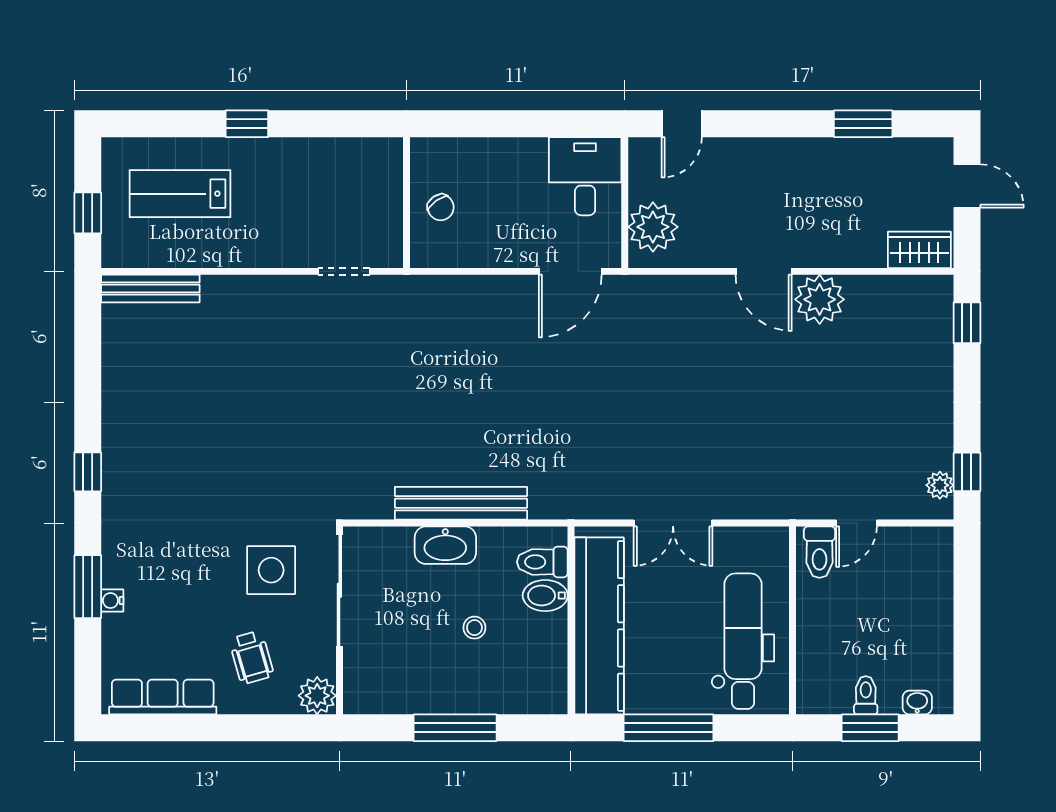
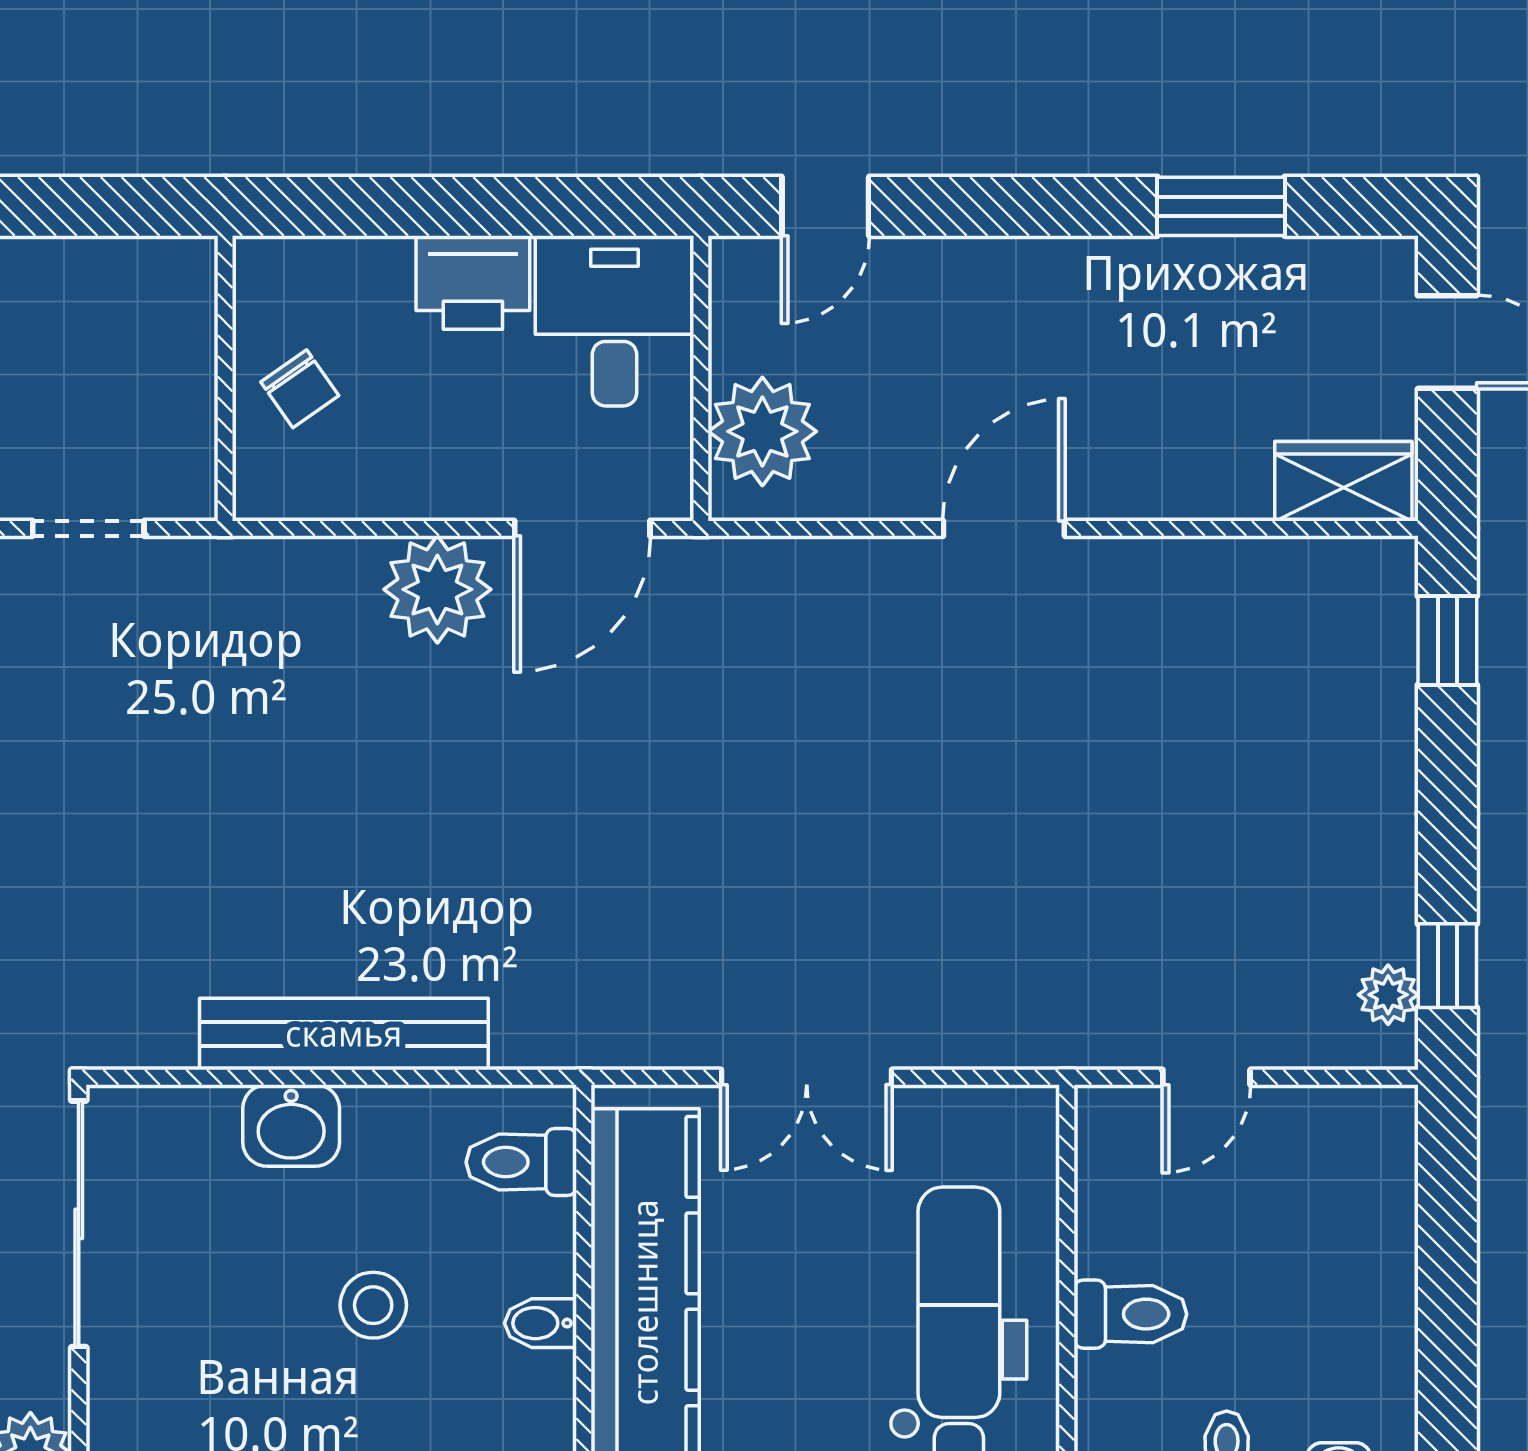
printer: (520, 159) -> (473, 282), added
door: (764, 271) -> (1004, 528), swing flipped
plant: (820, 299) -> (437, 589), moved
washbasin: (445, 545) -> (291, 1125), width x0.72
toilet: (819, 552) -> (1130, 1314), moved, turned -90
bidet: (545, 596) -> (540, 1323), moved, width x0.72, depth x0.74
stool: (474, 628) -> (373, 1305), width x1.37, depth x1.37

